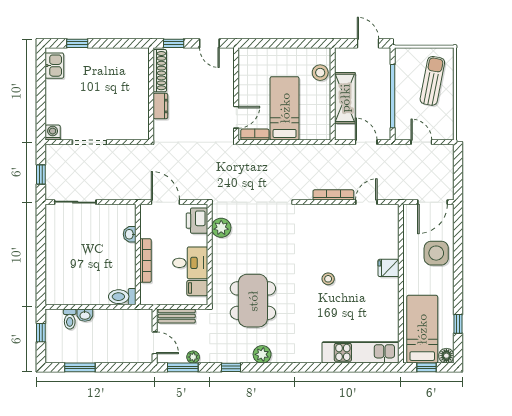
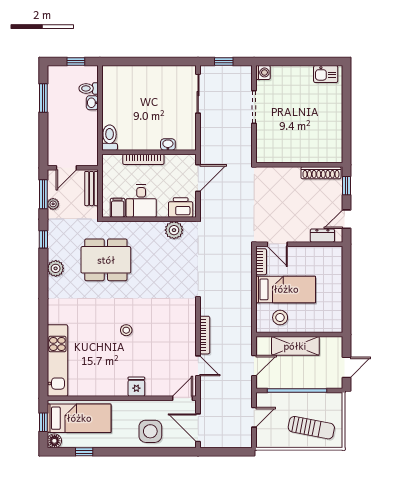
window: (77, 43) -> (346, 96), removed
stool: (320, 73) -> (280, 317), moved
dresser: (160, 106) -> (322, 236), moved, turned 180
door: (401, 219) -> (183, 398), added

